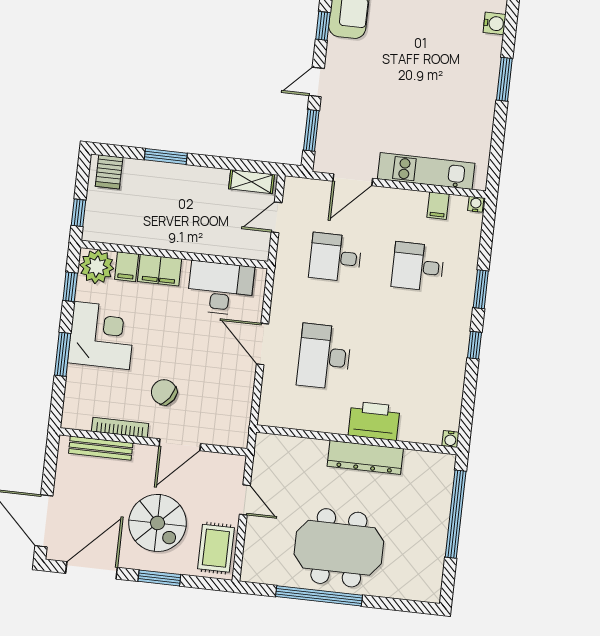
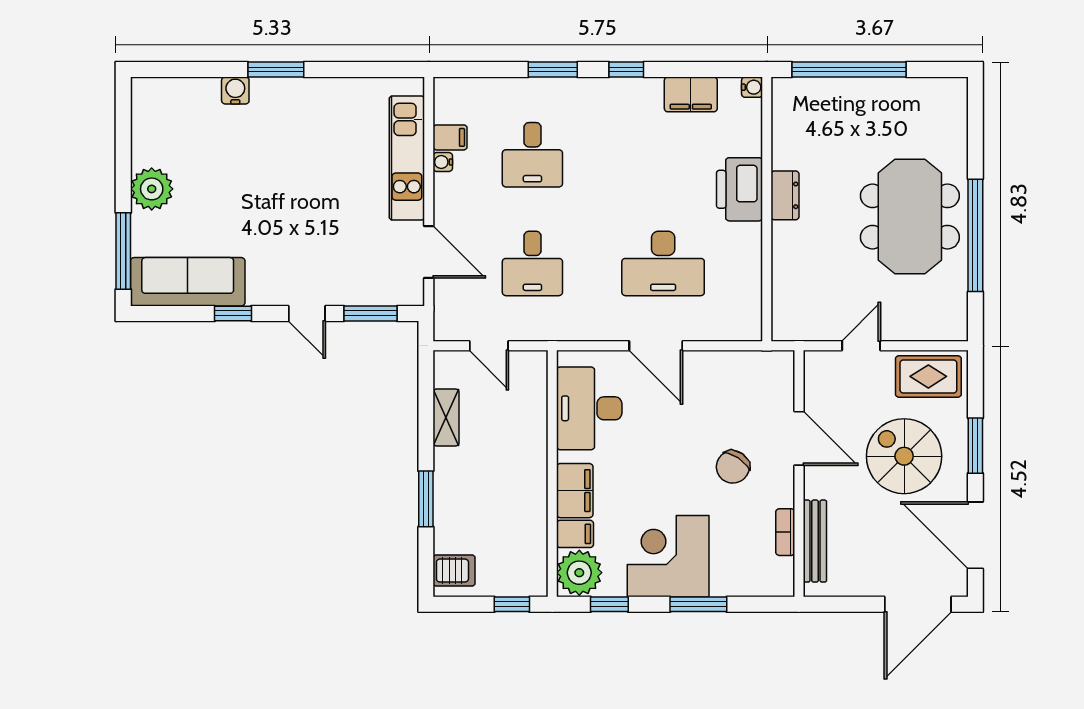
water cooler: (495, 23) -> (235, 90), moved
shelving: (252, 182) -> (446, 417), moved
water cooler: (476, 204) -> (443, 162), moved
door: (262, 344) -> (656, 346), hinge flipped
filing cabinet: (450, 392) -> (691, 94), added
bookcase: (120, 427) -> (785, 532), width x0.64
dresser: (365, 457) -> (785, 195), width x0.51, depth x0.80
spiral stairs: (158, 523) -> (904, 456), turned -90

